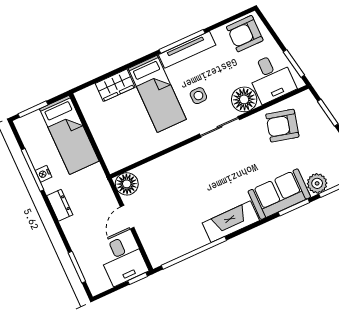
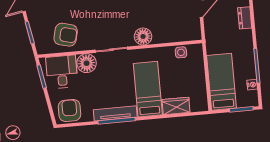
armchair: (245, 34) -> (70, 110), turned -90
side table: (198, 96) -> (181, 52), moved
nightstand: (44, 174) -> (252, 85), moved
floor lamp: (127, 184) -> (143, 36), moved
dresser: (60, 205) -> (245, 18), moved

